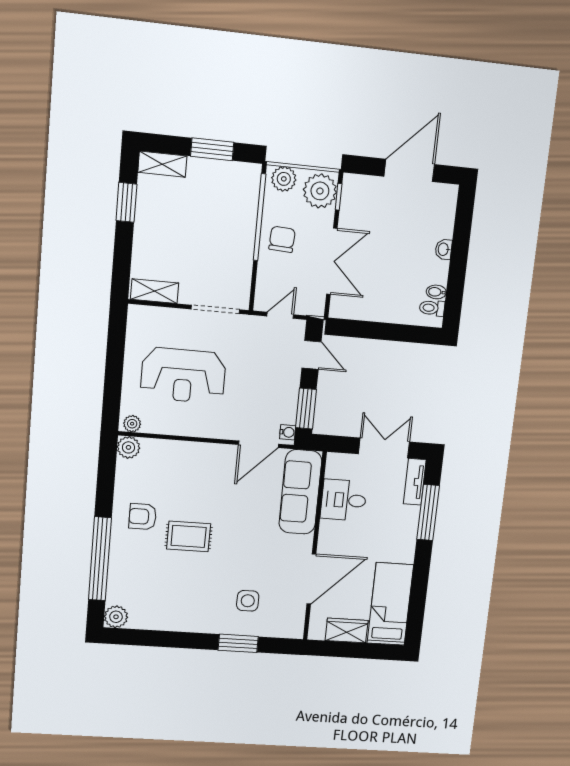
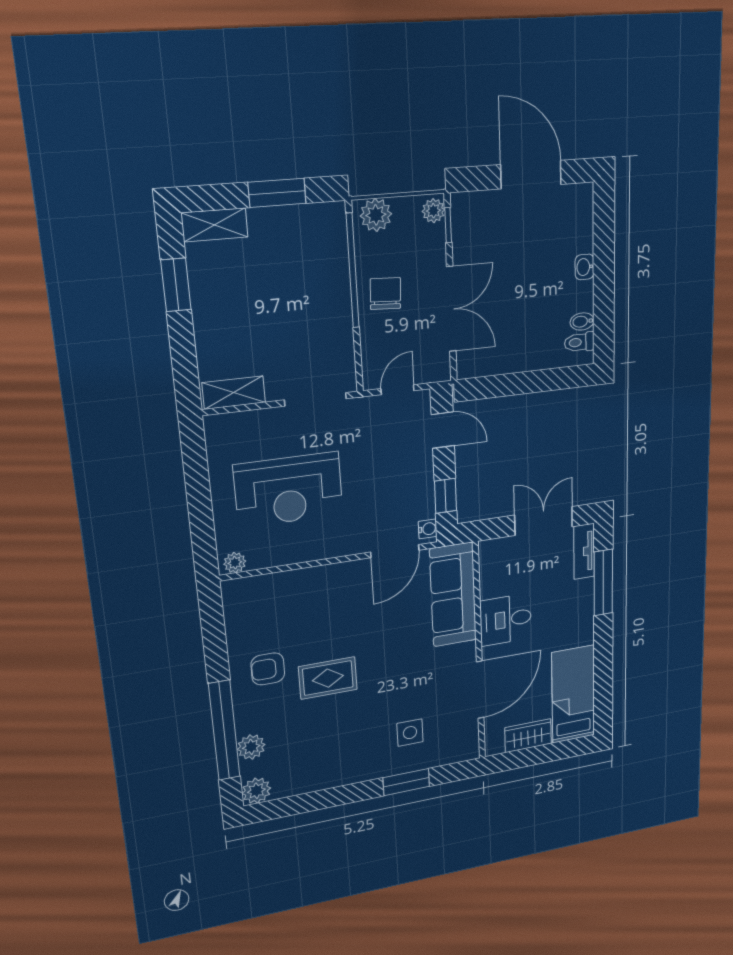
door: (409, 170) -> (531, 175), hinge flipped
plant: (320, 191) -> (433, 211), width x0.53, depth x0.53
window: (306, 409) -> (446, 496), width x0.67
plant: (128, 447) -> (251, 747), moved
desk: (344, 500) -> (506, 620), moved

